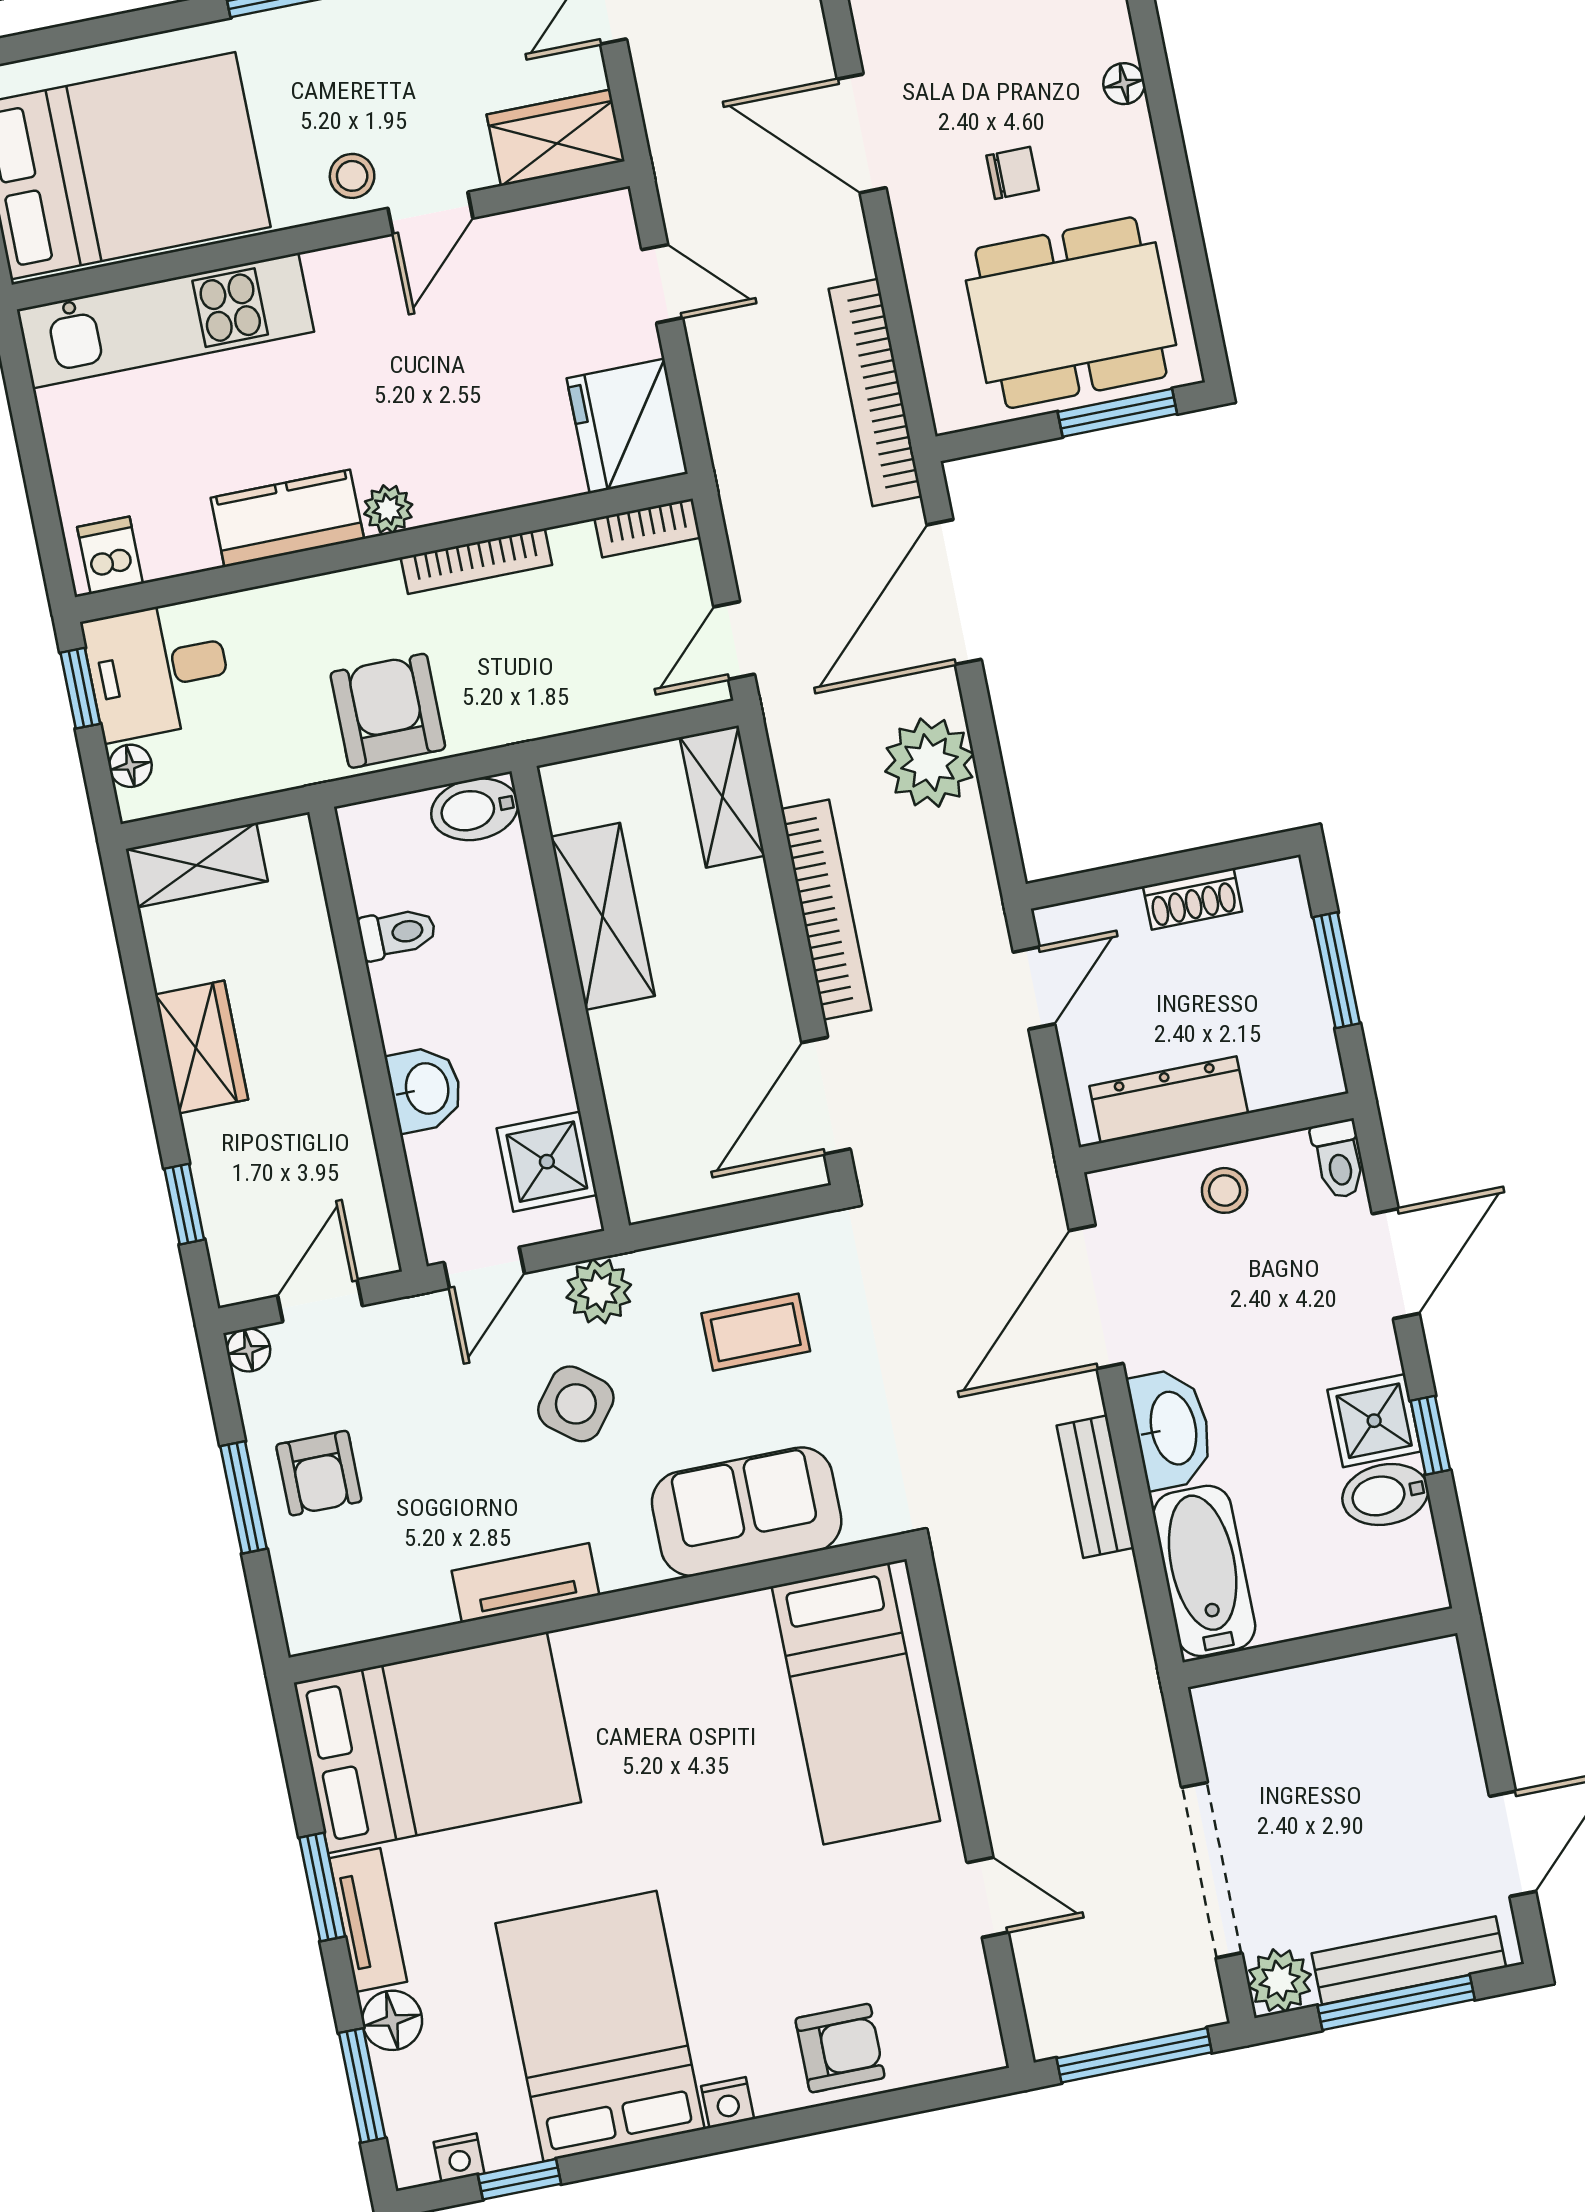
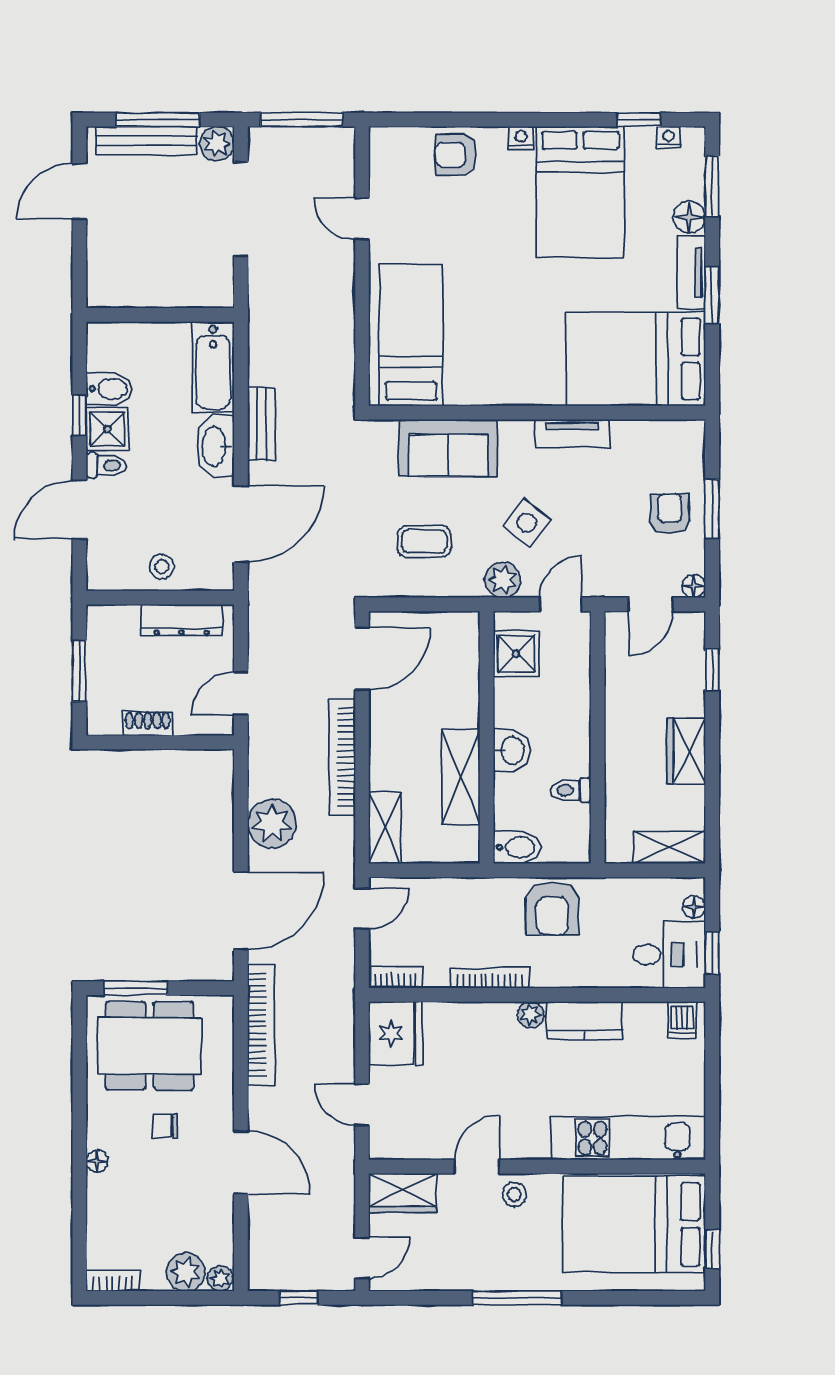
washbasin: (425, 1089) -> (511, 751), moved, turned 180
toilet: (1338, 1159) -> (106, 465), moved, turned 90

